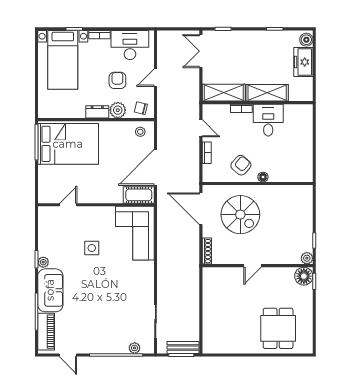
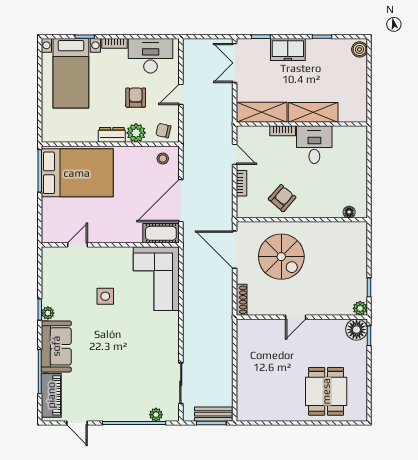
freezer: (303, 62) -> (288, 50), moved, turned -90
floor lamp: (263, 177) -> (349, 212), moved

